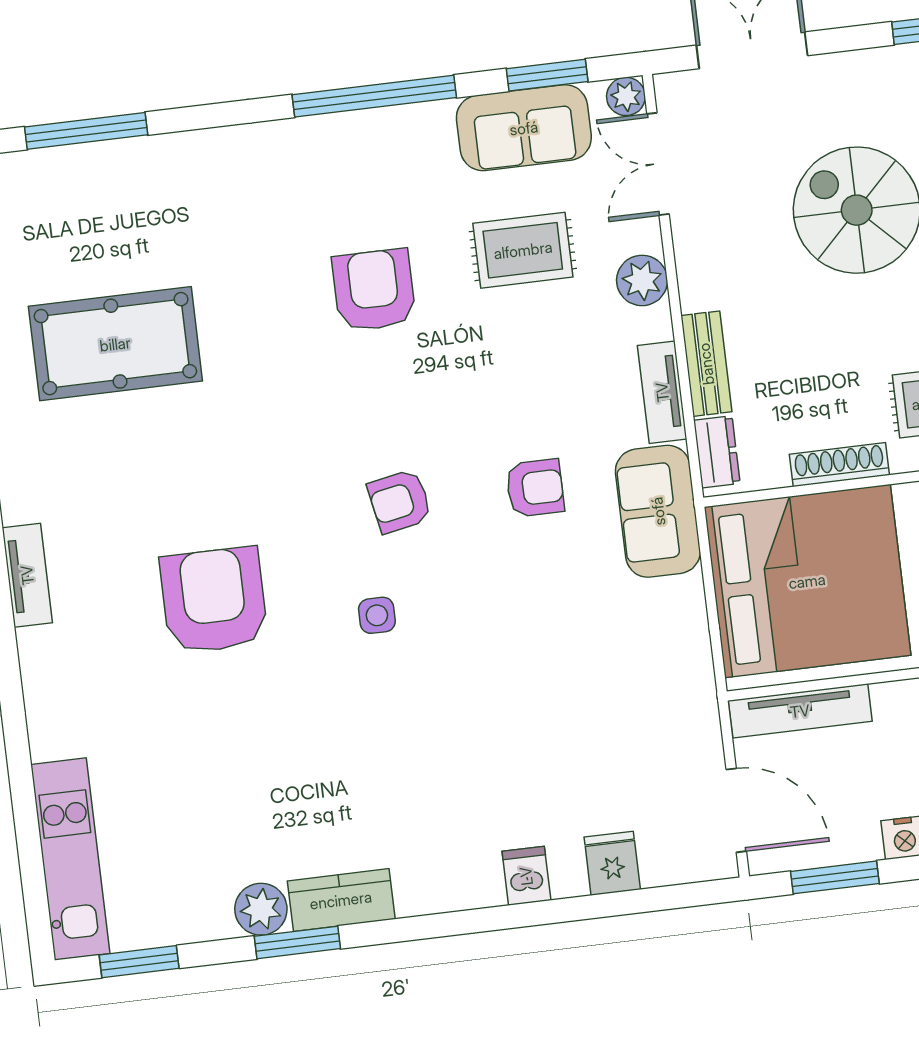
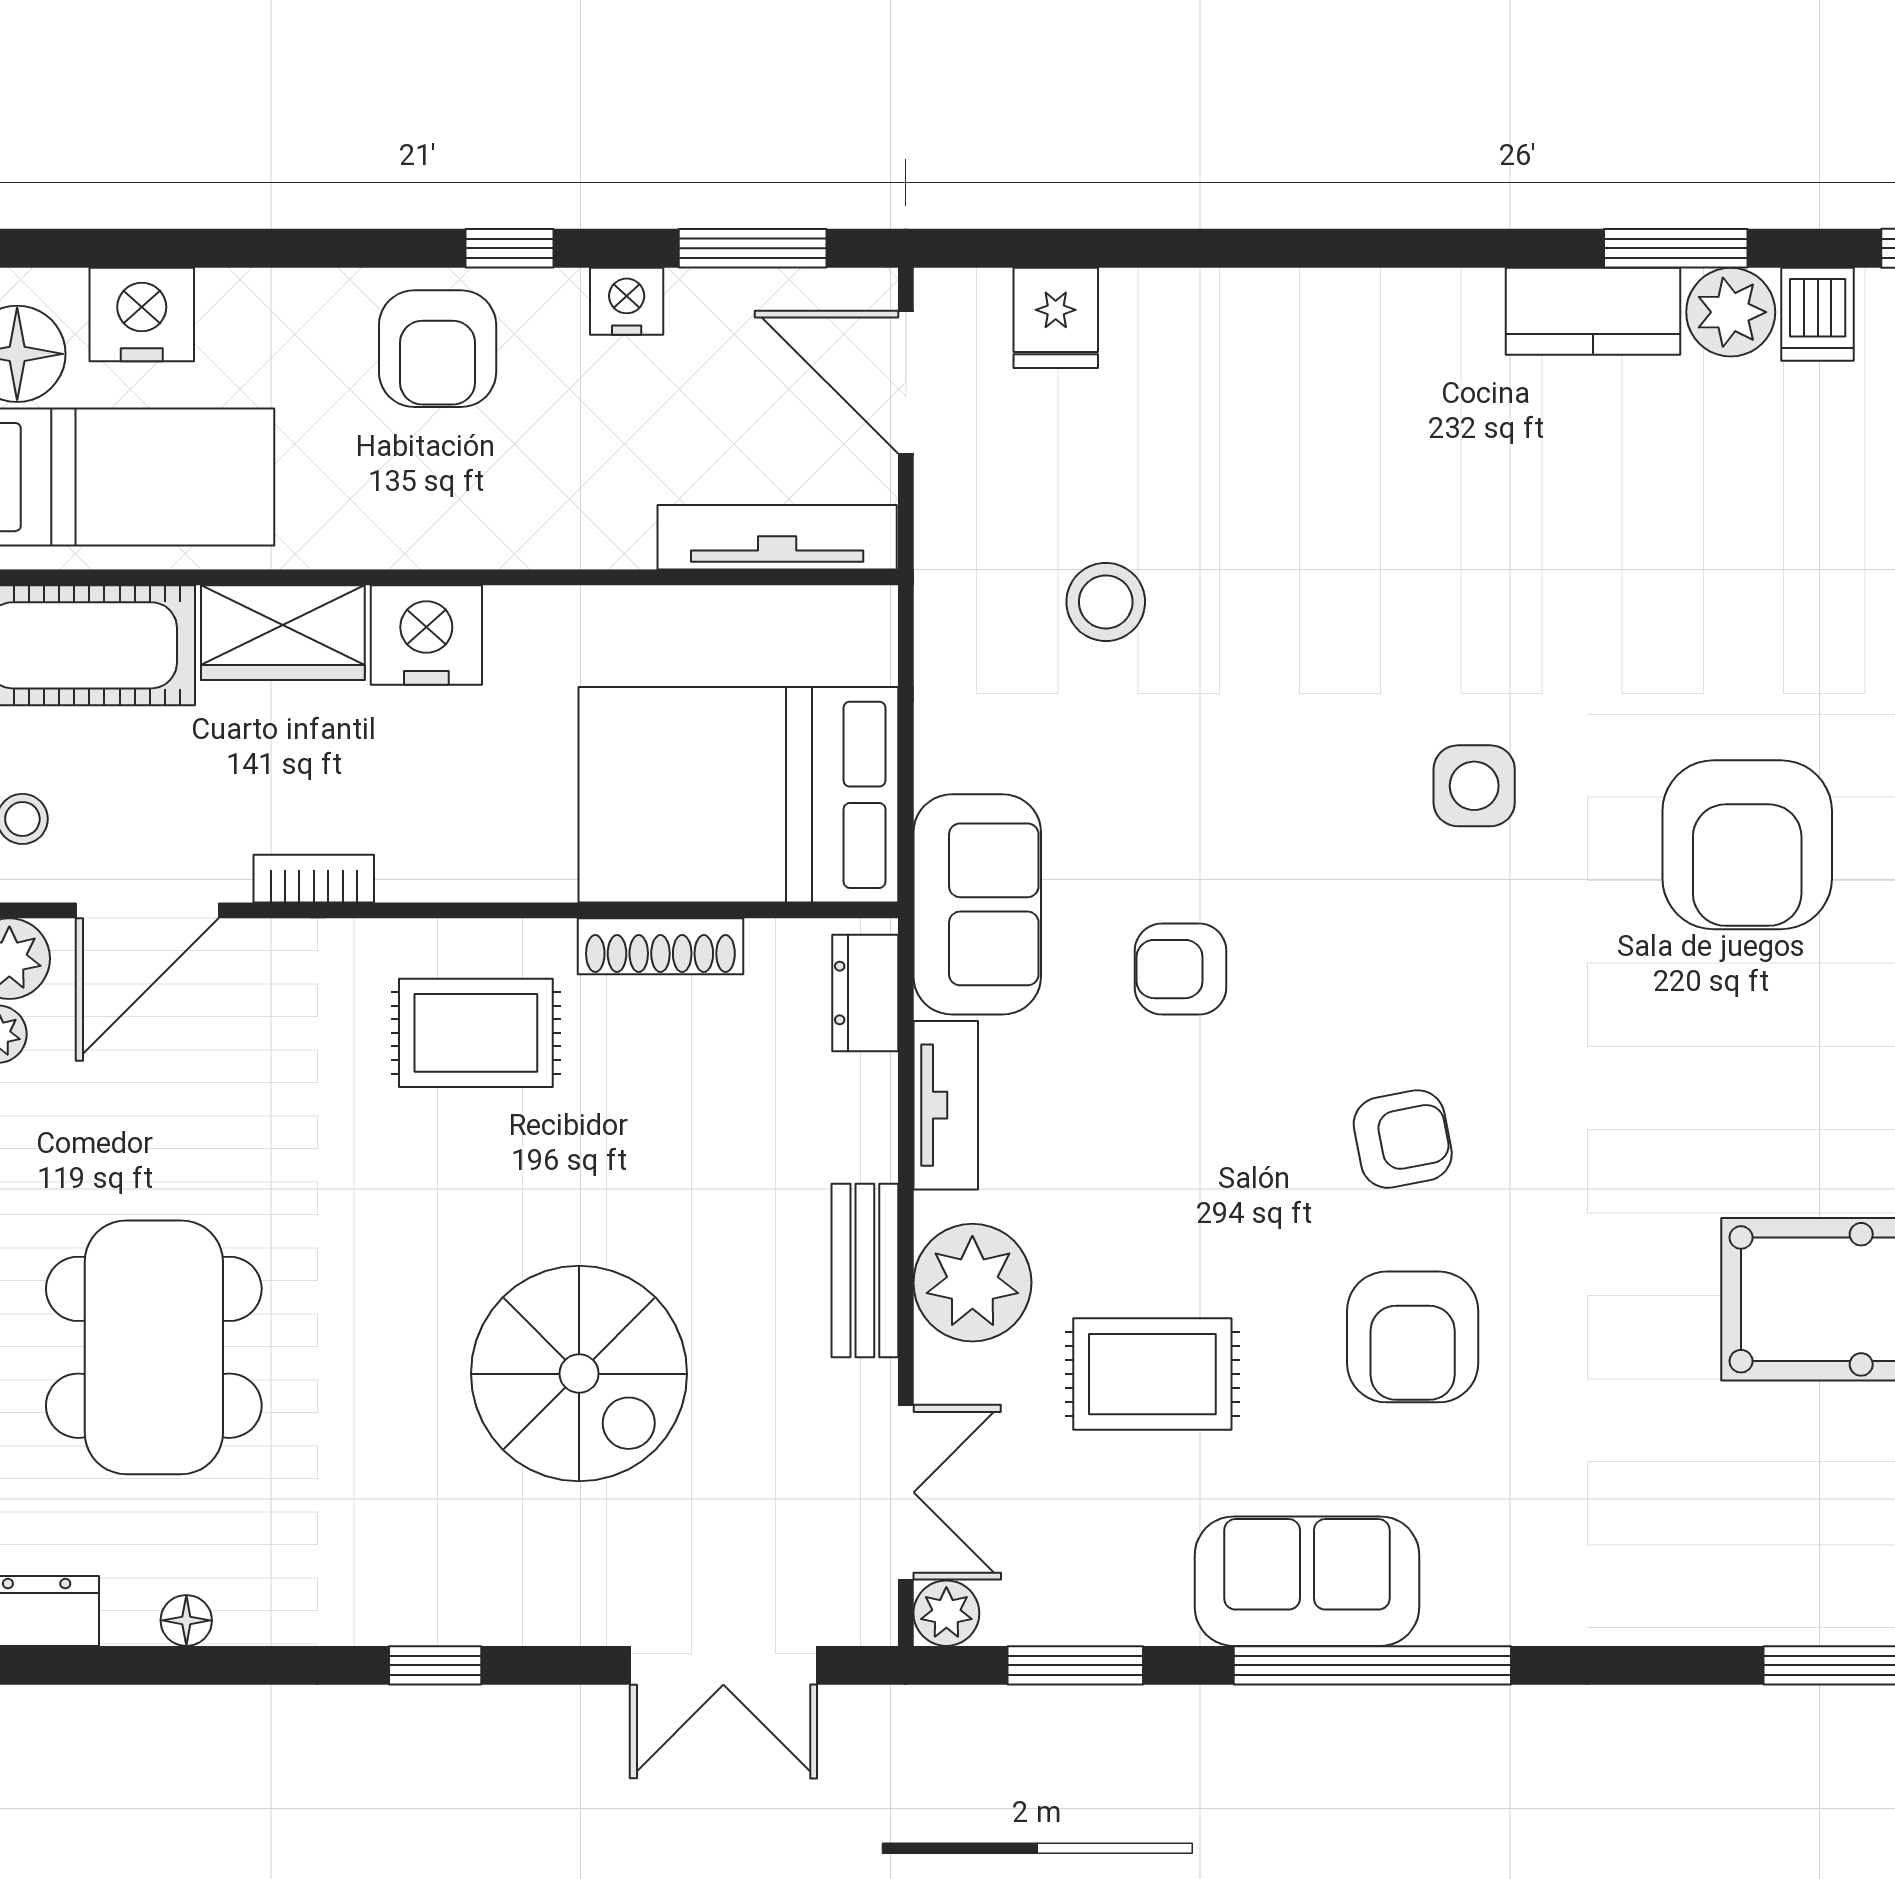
sofa: (524, 128) -> (1307, 1581), moved
plant: (642, 280) -> (972, 1283), width x1.36, depth x1.36
bench: (706, 364) -> (865, 1271), moved
armchair: (400, 501) -> (1403, 1139), moved
bed: (807, 581) -> (738, 795), width x0.73
side table: (377, 615) -> (1474, 786), width x1.37, depth x1.37
stool: (604, 696) -> (1106, 602), added
fridge: (612, 863) -> (1056, 318), moved
dishwasher: (526, 876) -> (1818, 314), moved

